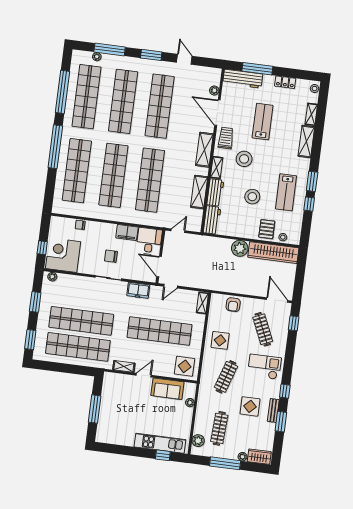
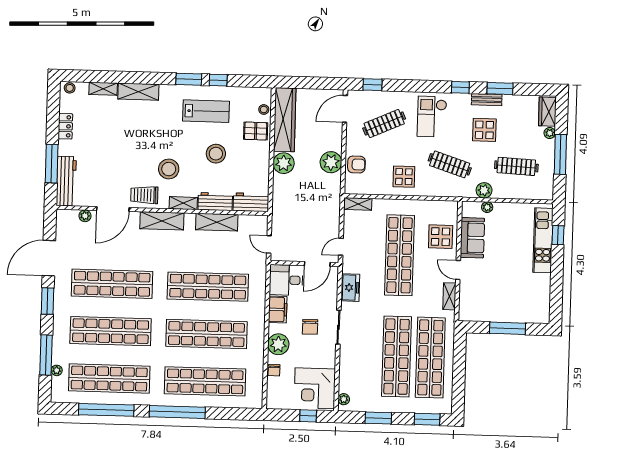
door: (184, 59) -> (49, 258), width x1.87
lab bench: (263, 122) -> (119, 150), removed
plant: (100, 230) -> (278, 344), added
plant: (237, 285) -> (331, 162), added
door: (171, 286) -> (341, 247), swing flipped
display table: (185, 366) -> (441, 237), moved
plant: (198, 441) -> (484, 190), moved

